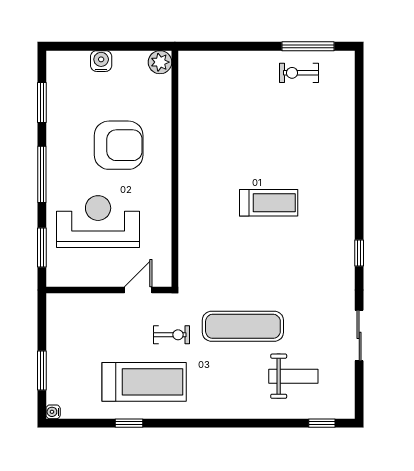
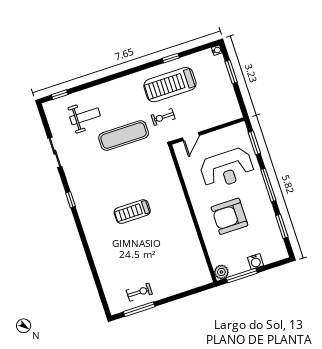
window: (130, 46) -> (242, 275), added
weight bench: (293, 376) -> (85, 116), turned 180

